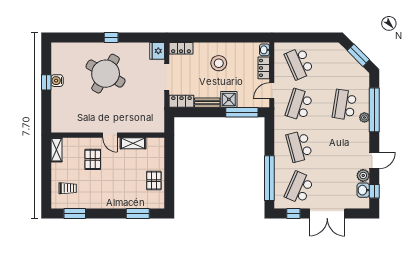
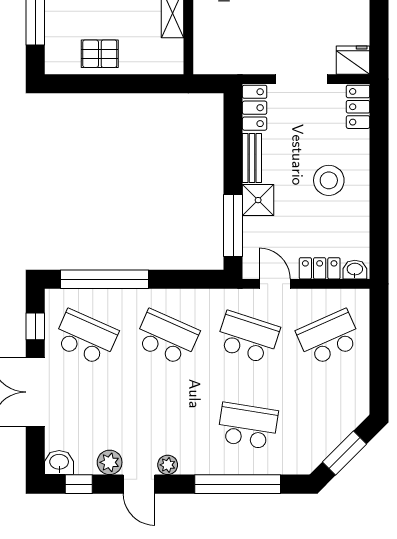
plant: (364, 117) -> (168, 465), moved
school desk: (299, 146) -> (167, 337), turned 39
washbasin: (363, 190) -> (59, 463), moved

